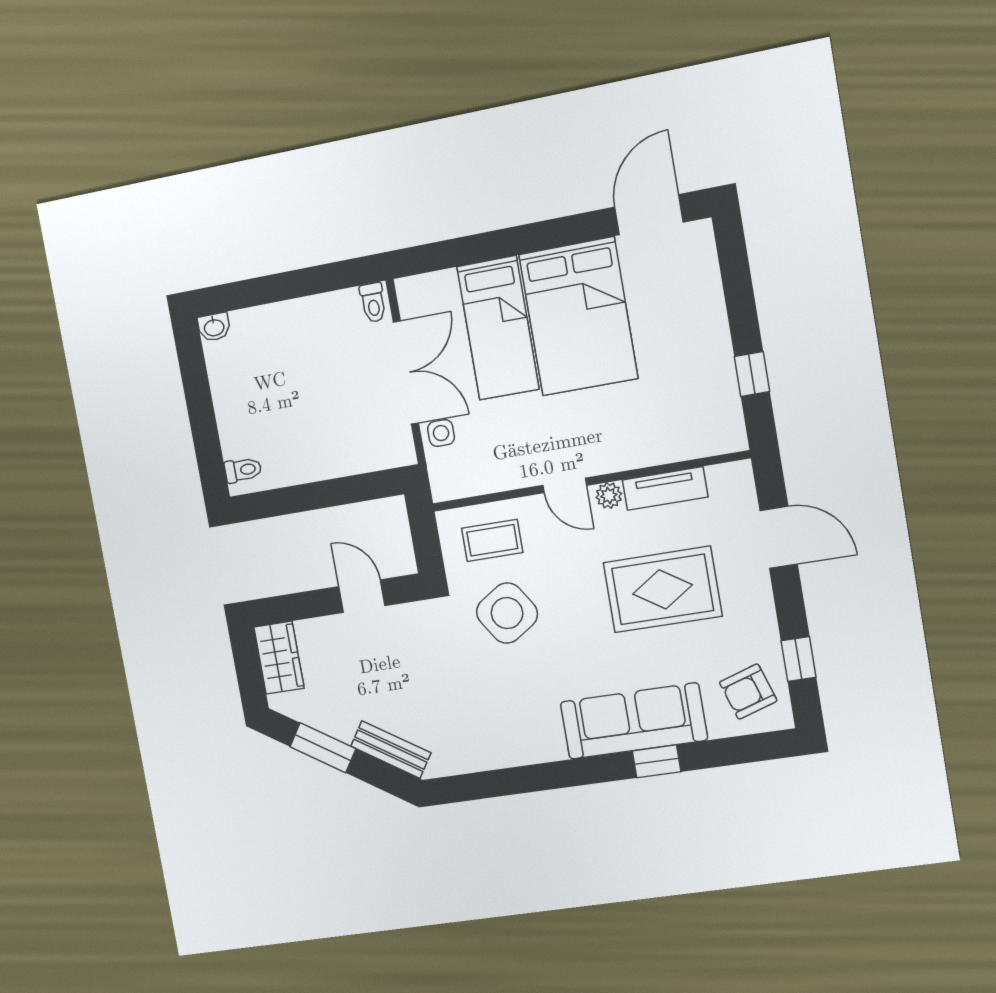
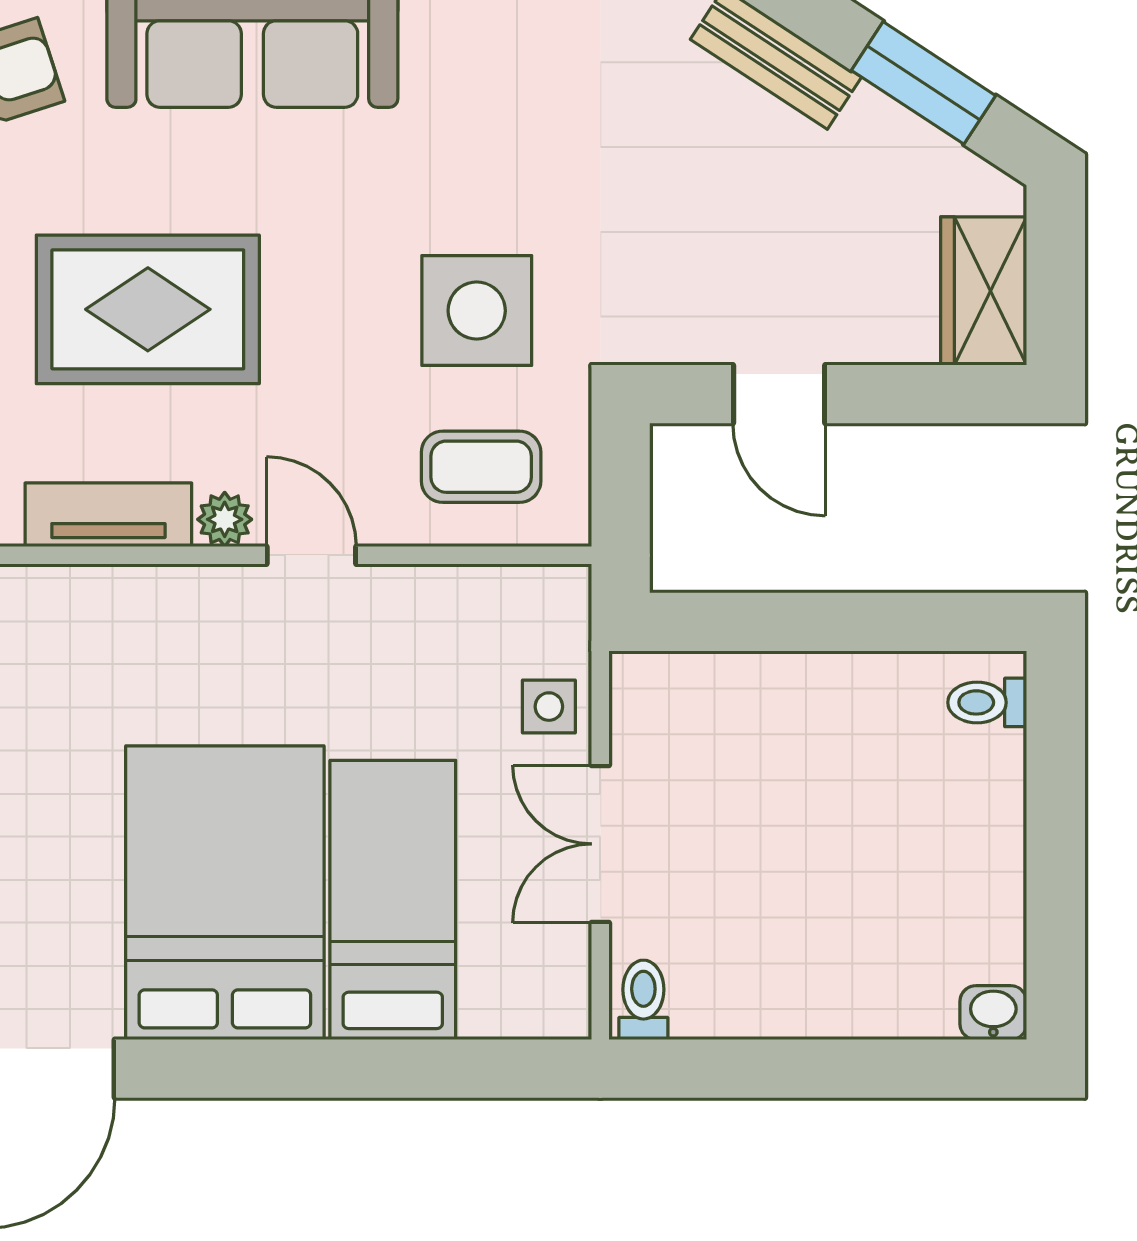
double door: (406, 373) -> (600, 844), width x0.73
side table: (507, 613) -> (477, 311), turned 33

